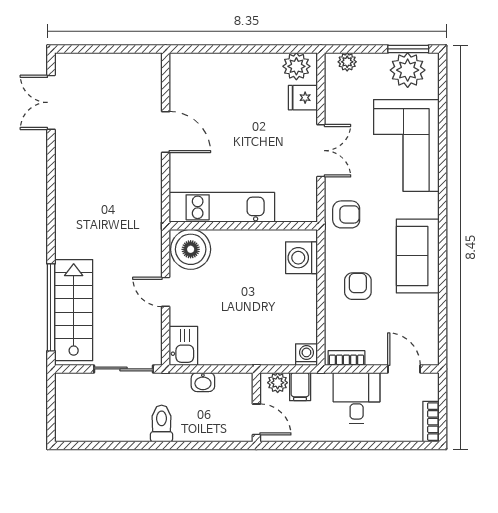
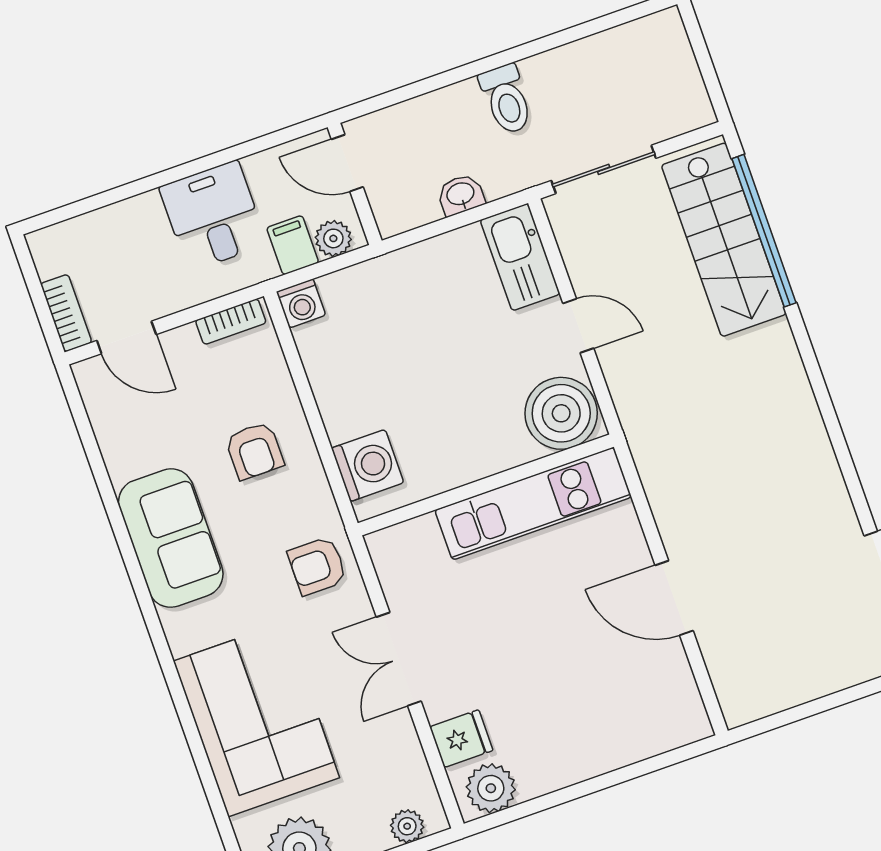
kitchen sink: (183, 346) -> (520, 257), width x1.38
desk: (357, 398) -> (213, 216), moved, turned 180
bookcase: (431, 422) -> (66, 313), moved

